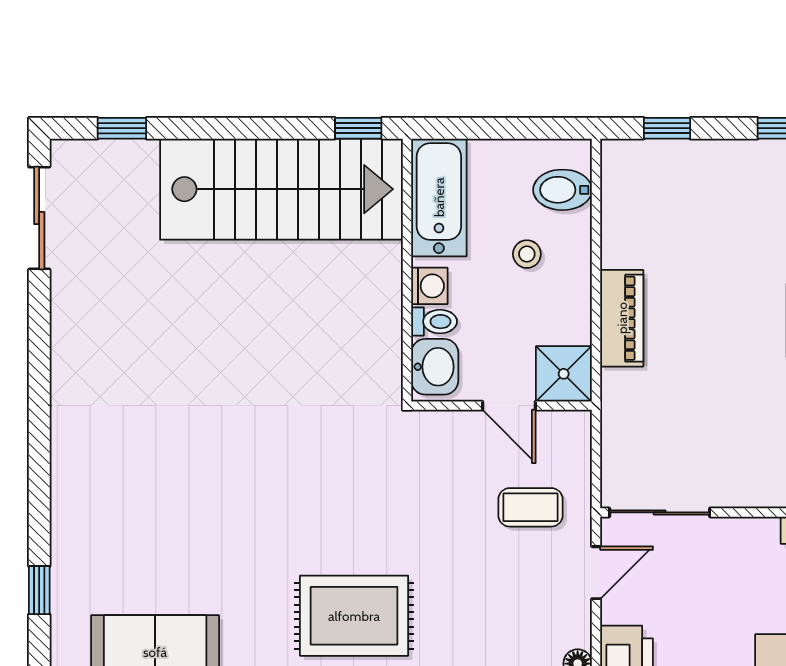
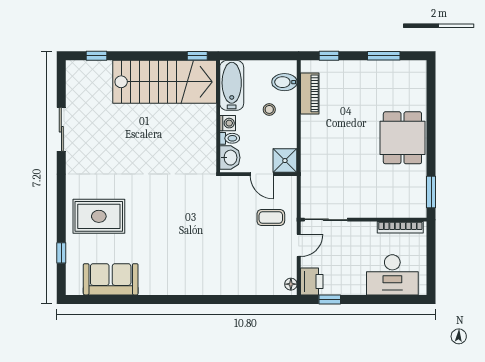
sliding door: (39, 218) -> (61, 129), moved
piano: (622, 318) -> (310, 93), moved
rug: (354, 616) -> (99, 216), moved

